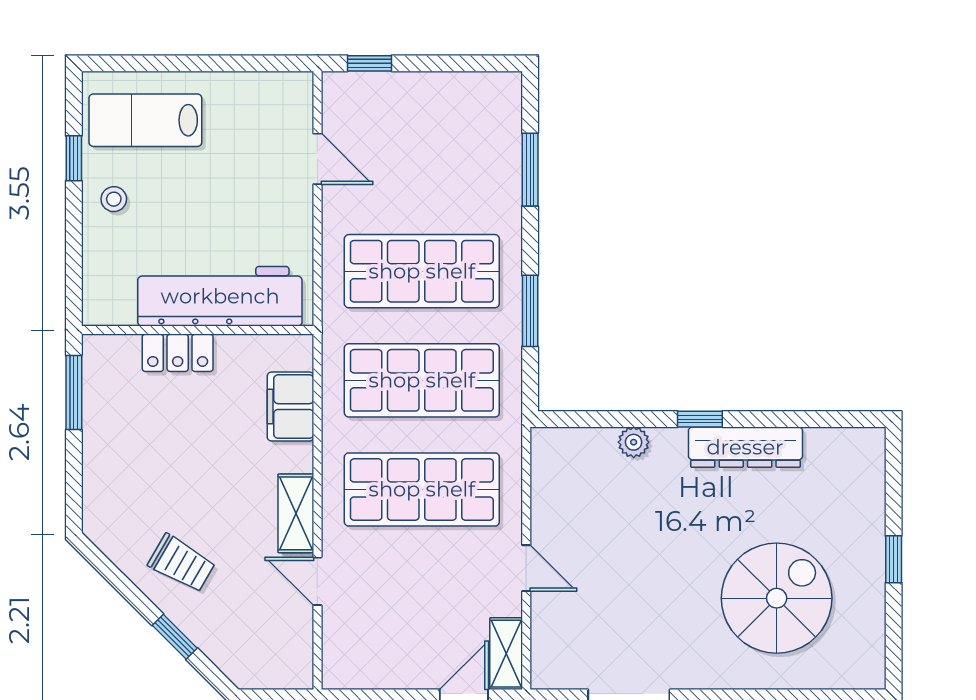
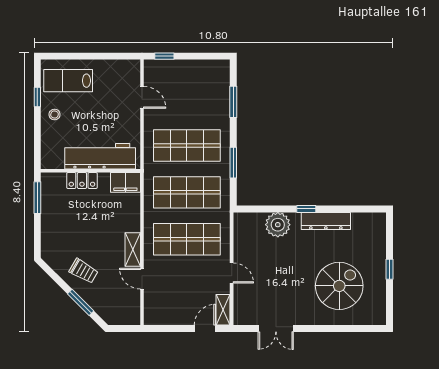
filing cabinet: (290, 407) -> (125, 182), moved, turned -90
plant: (634, 442) -> (278, 225), width x1.87, depth x1.87
window: (175, 637) -> (81, 302), width x1.50

